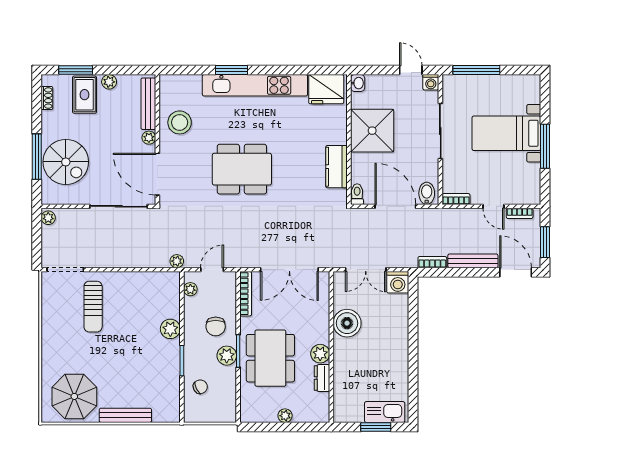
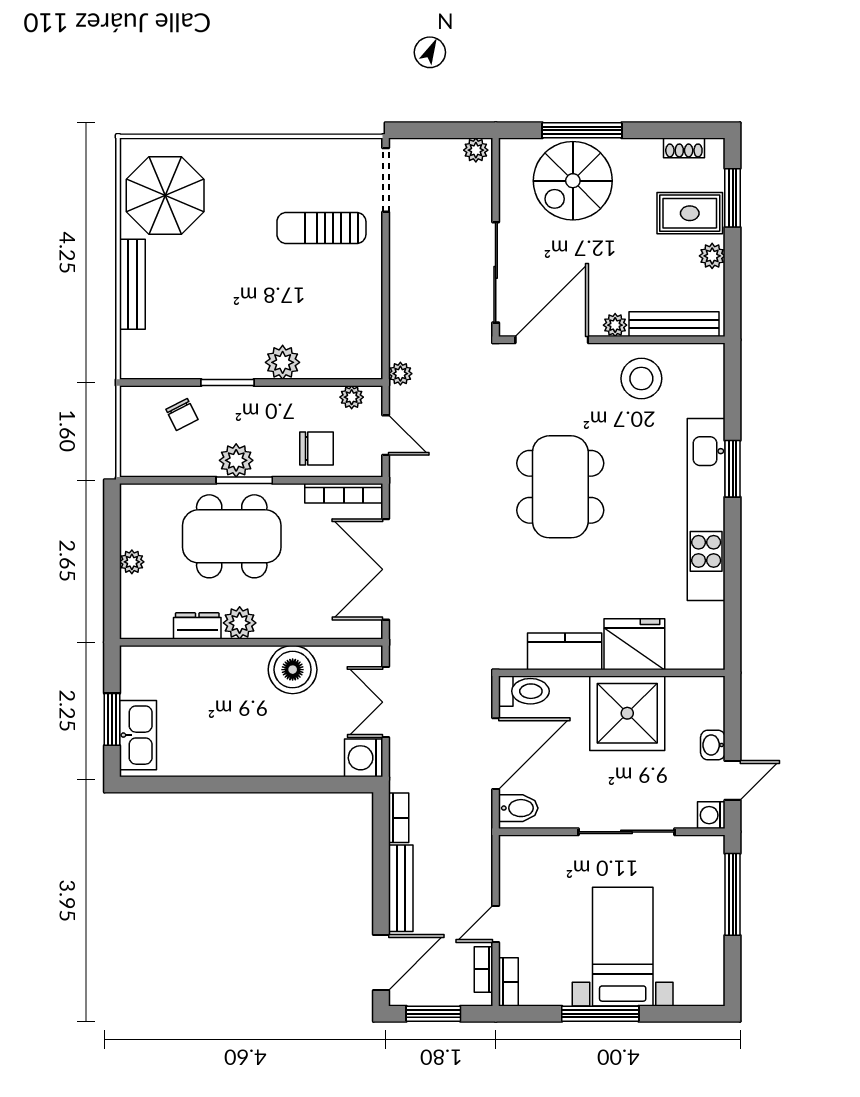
washbasin: (358, 83) -> (713, 745), moved, turned 90
fridge: (326, 89) -> (634, 644), moved, turned 90
toilet: (357, 194) -> (524, 691), width x1.37, depth x1.39
bookcase: (456, 199) -> (508, 982), moved
chair: (216, 326) -> (317, 449), moved, turned 180

